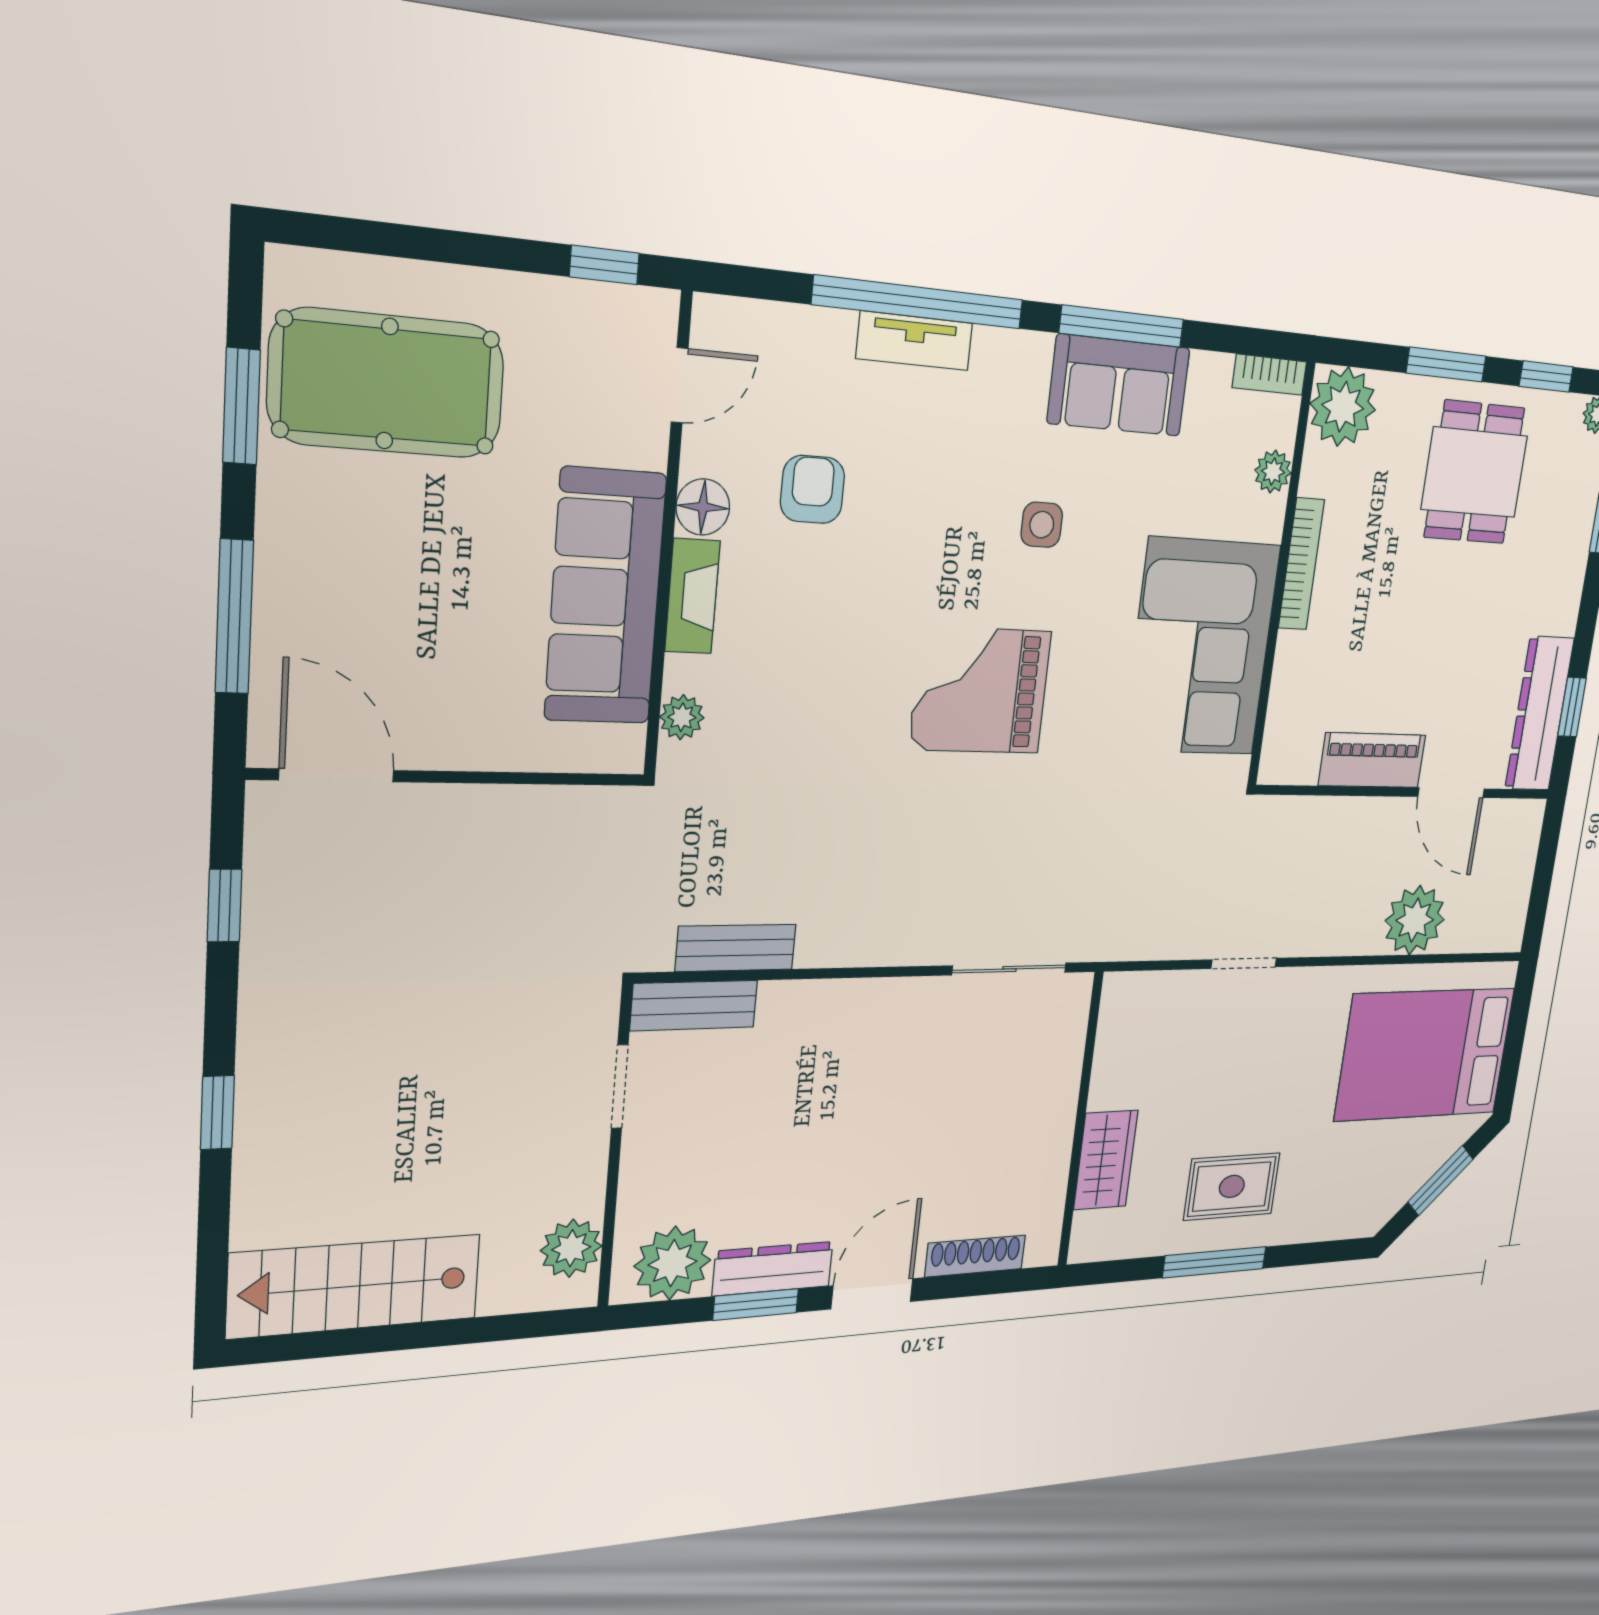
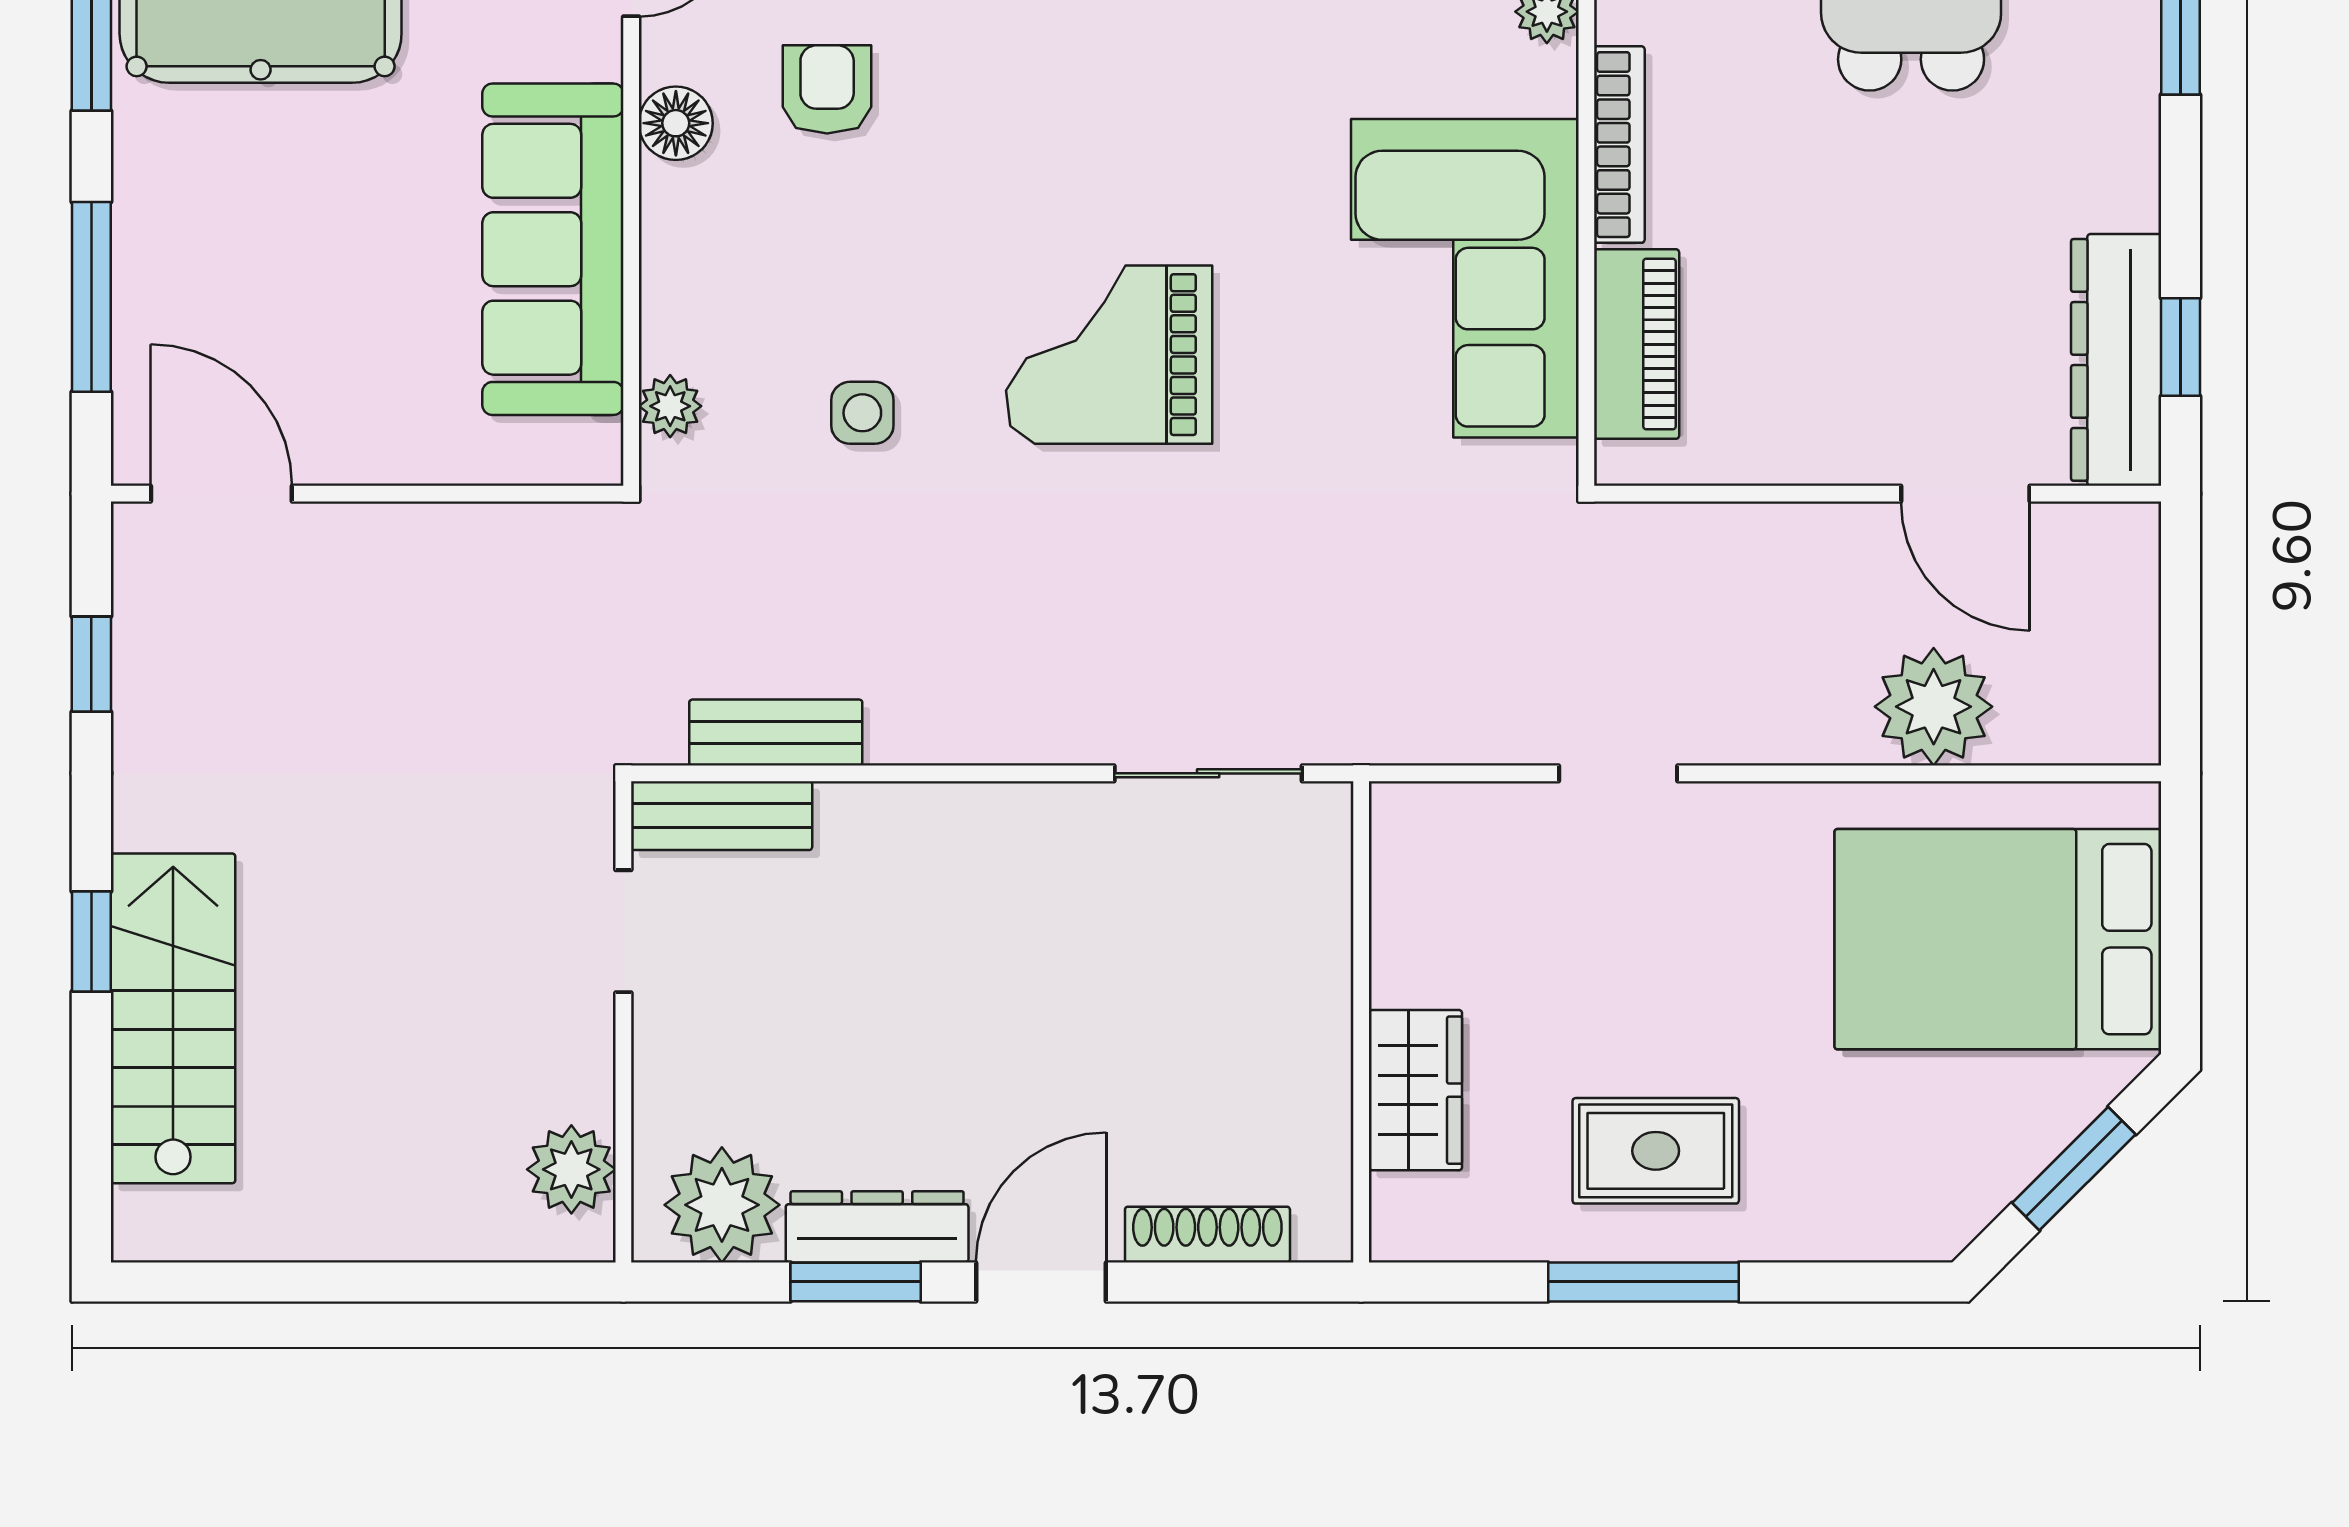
side table: (1042, 525) -> (862, 413), moved
fireplace: (692, 596) -> (671, 242), removed
piano: (1372, 760) -> (1637, 344), moved, turned 90
stairs: (355, 1286) -> (173, 1018), moved, turned 90

